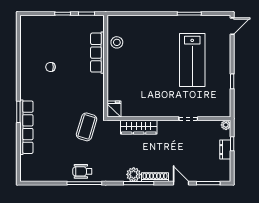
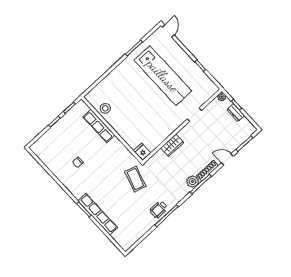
lab bench: (192, 60) -> (163, 76), width x1.36
wardrobe: (139, 127) -> (172, 145), width x0.67

